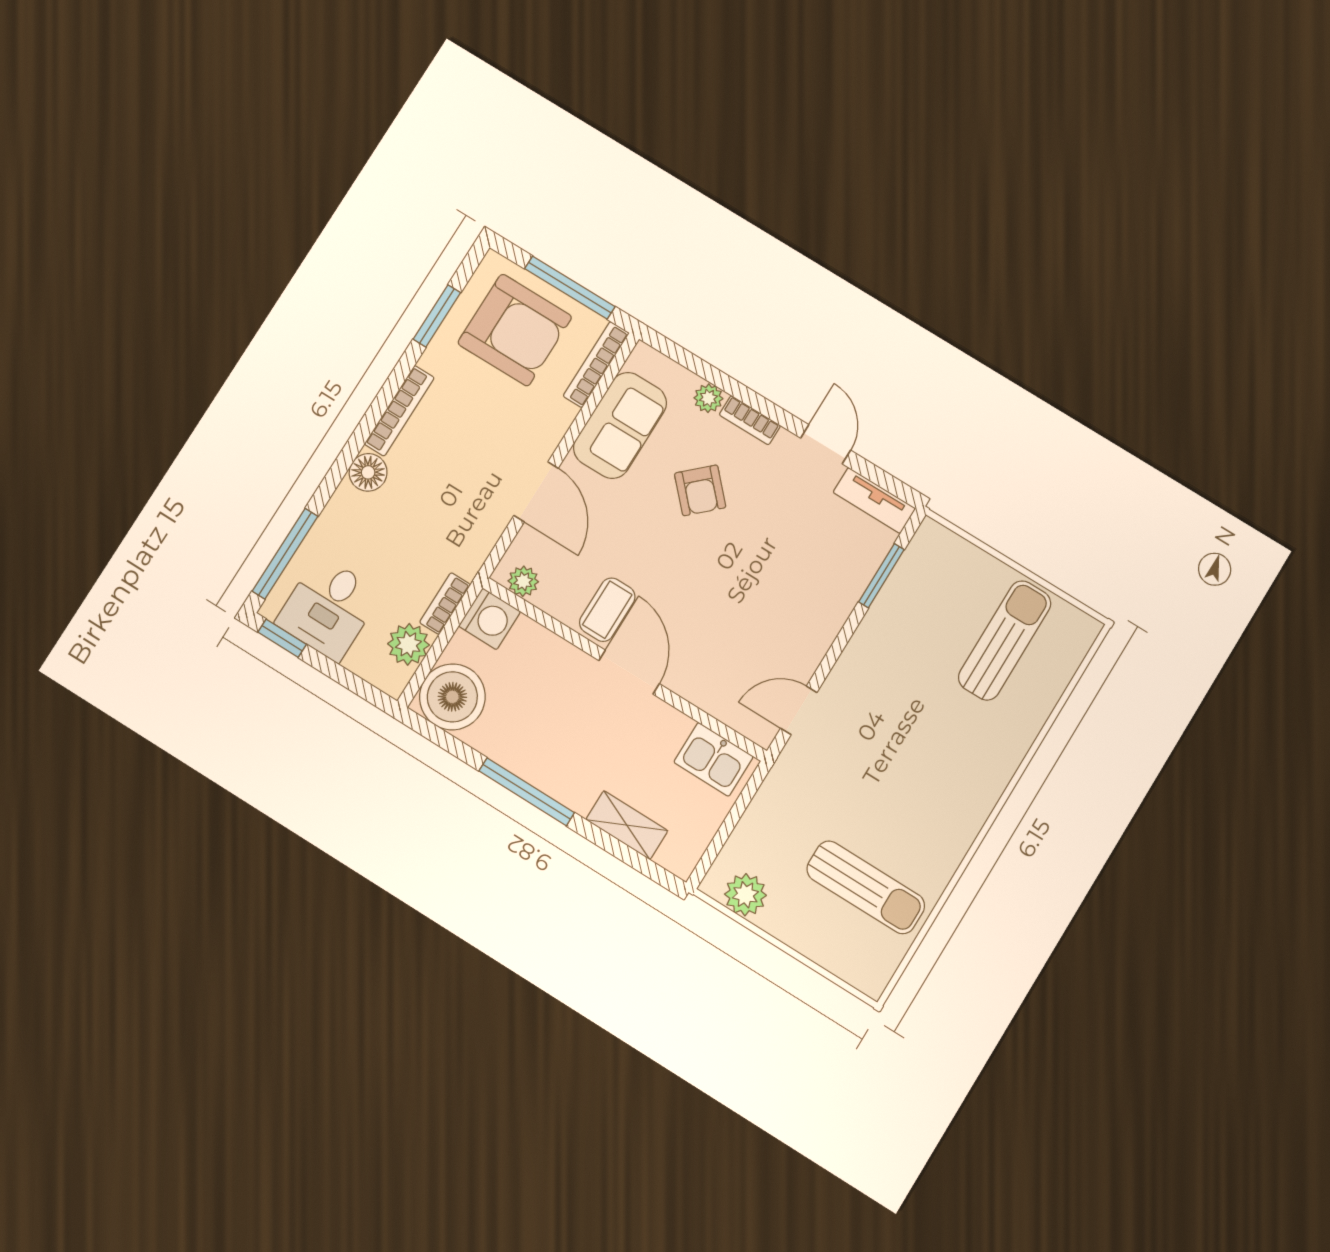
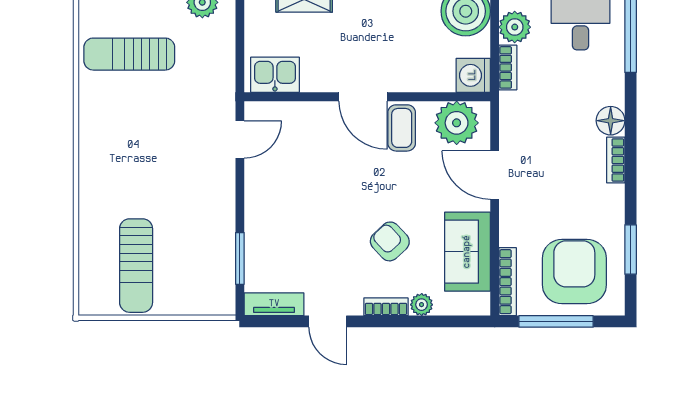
armchair: (515, 330) -> (574, 272), turned 90
bookcase: (399, 411) -> (616, 160), width x0.64
plant: (523, 581) -> (457, 123), width x1.88, depth x1.88

